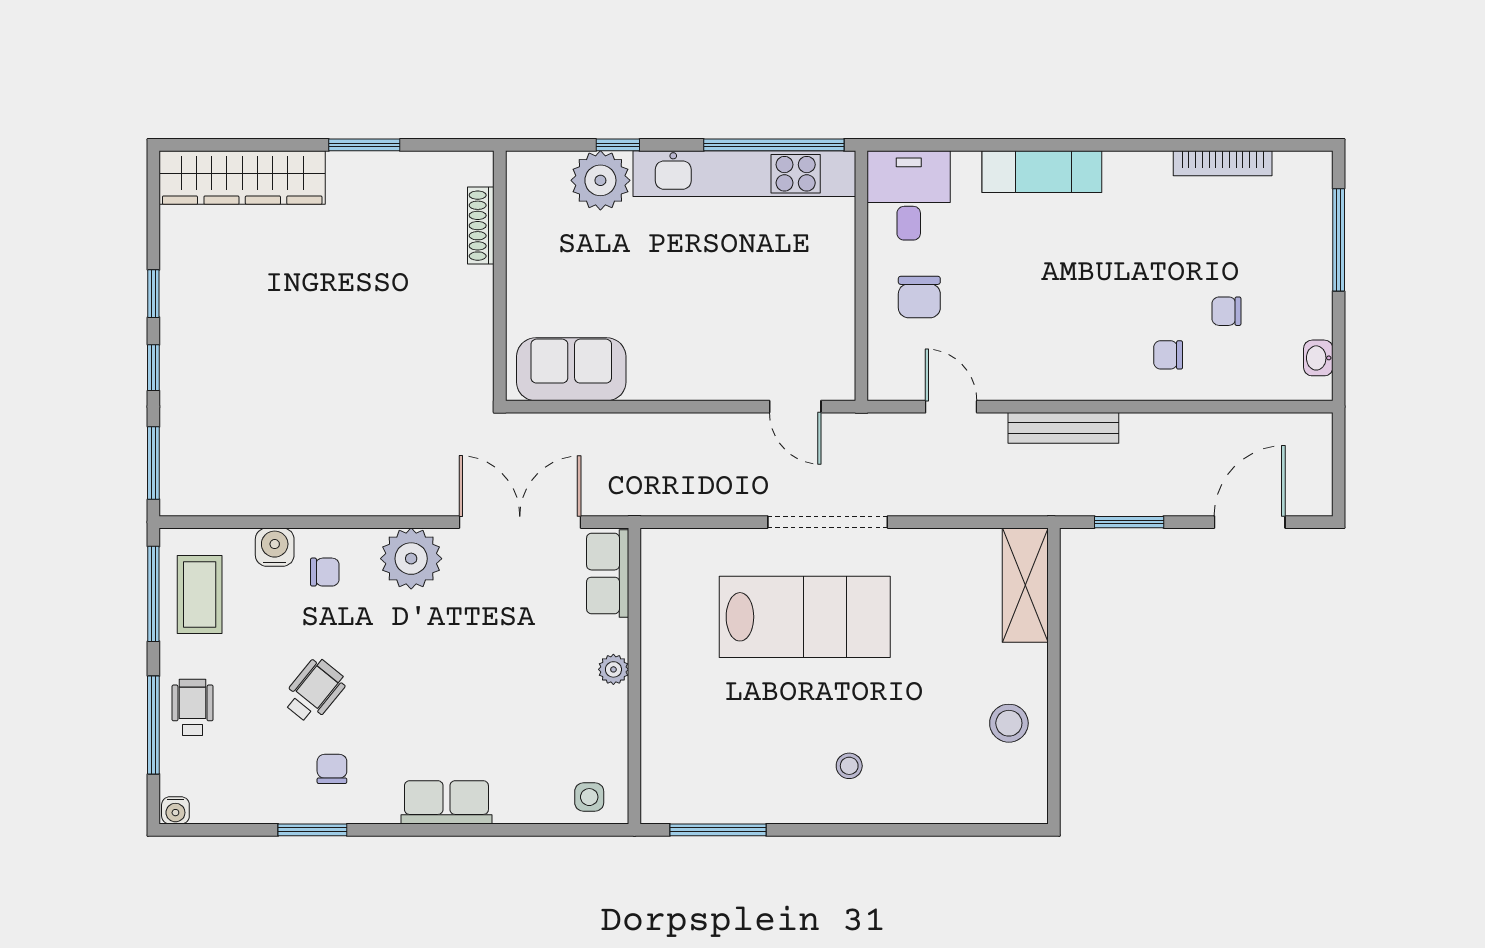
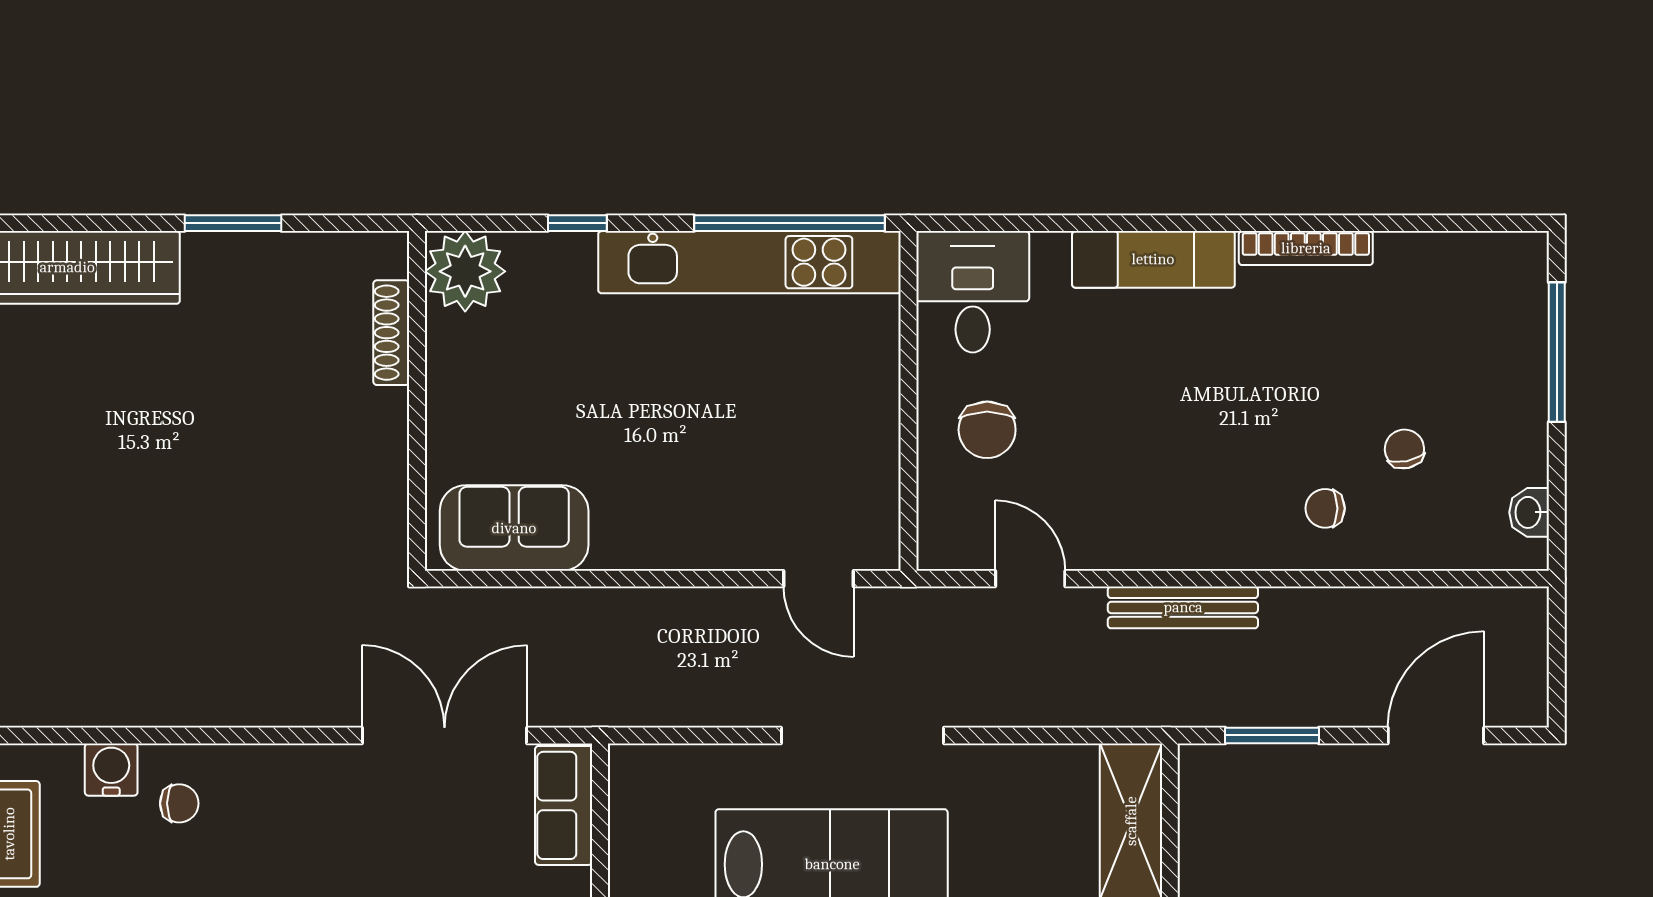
bookcase: (1223, 163) -> (1306, 248), moved
plant: (600, 180) -> (465, 271), moved
chair: (1226, 311) -> (1404, 449), turned 78
plant: (411, 559) -> (297, 785), removed

